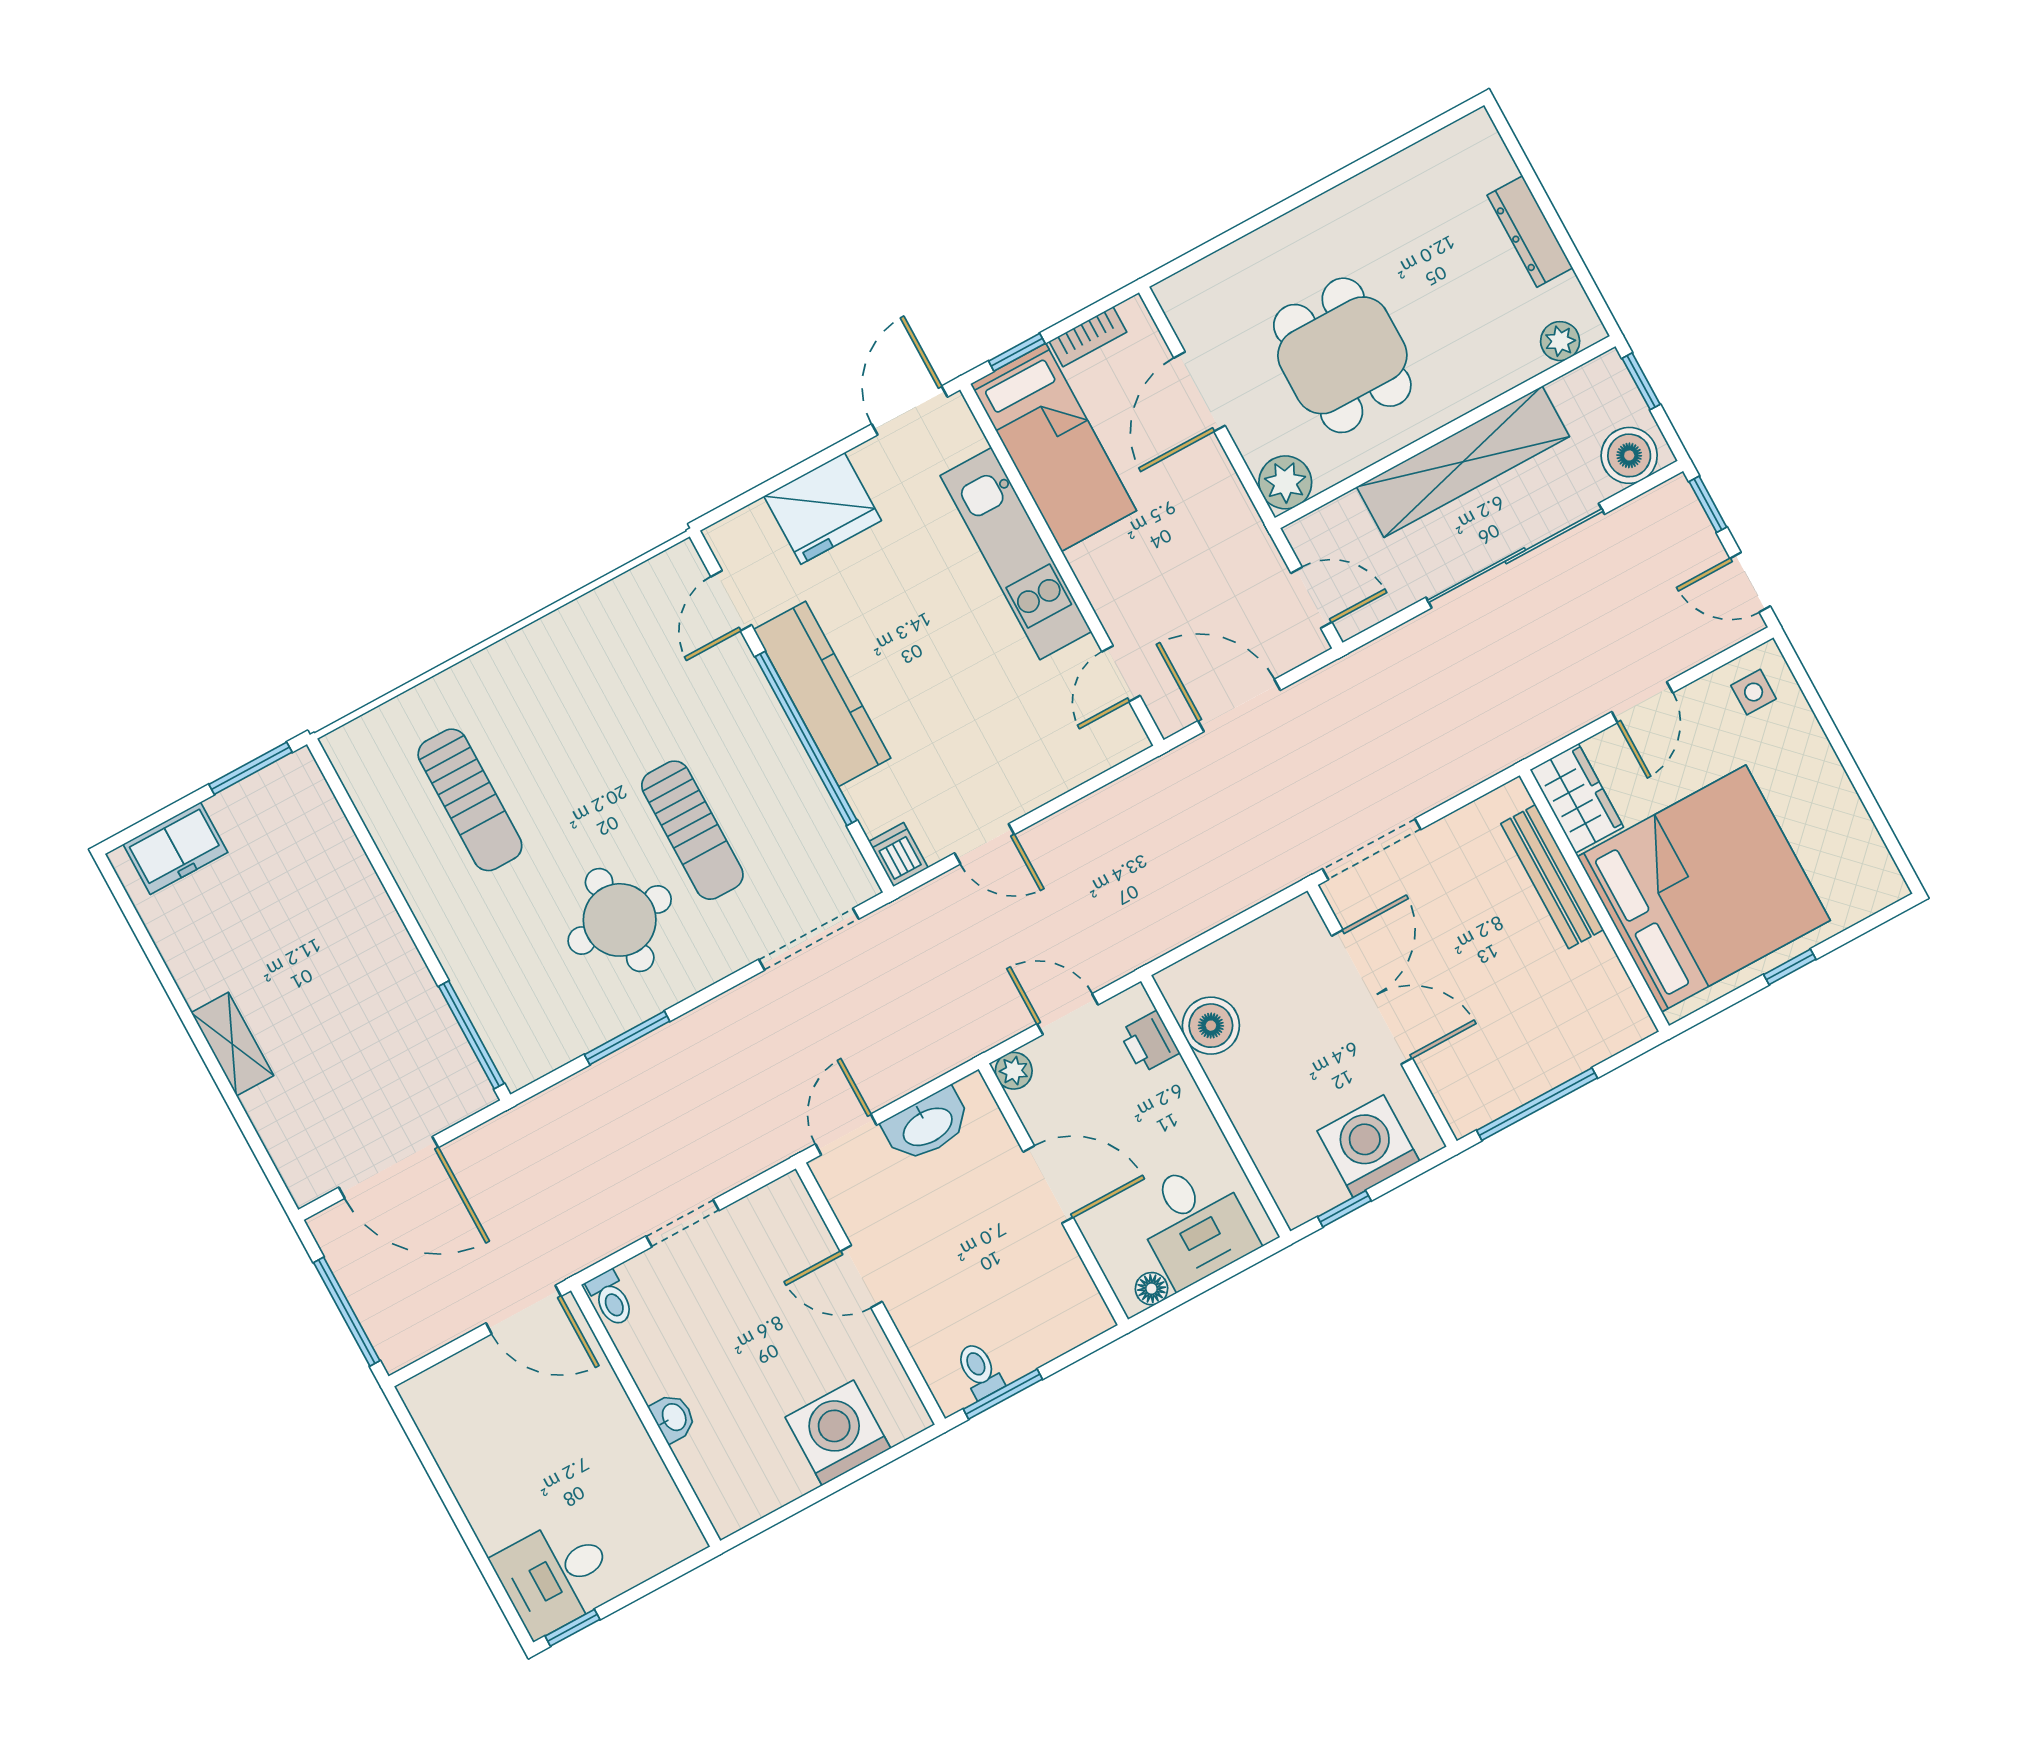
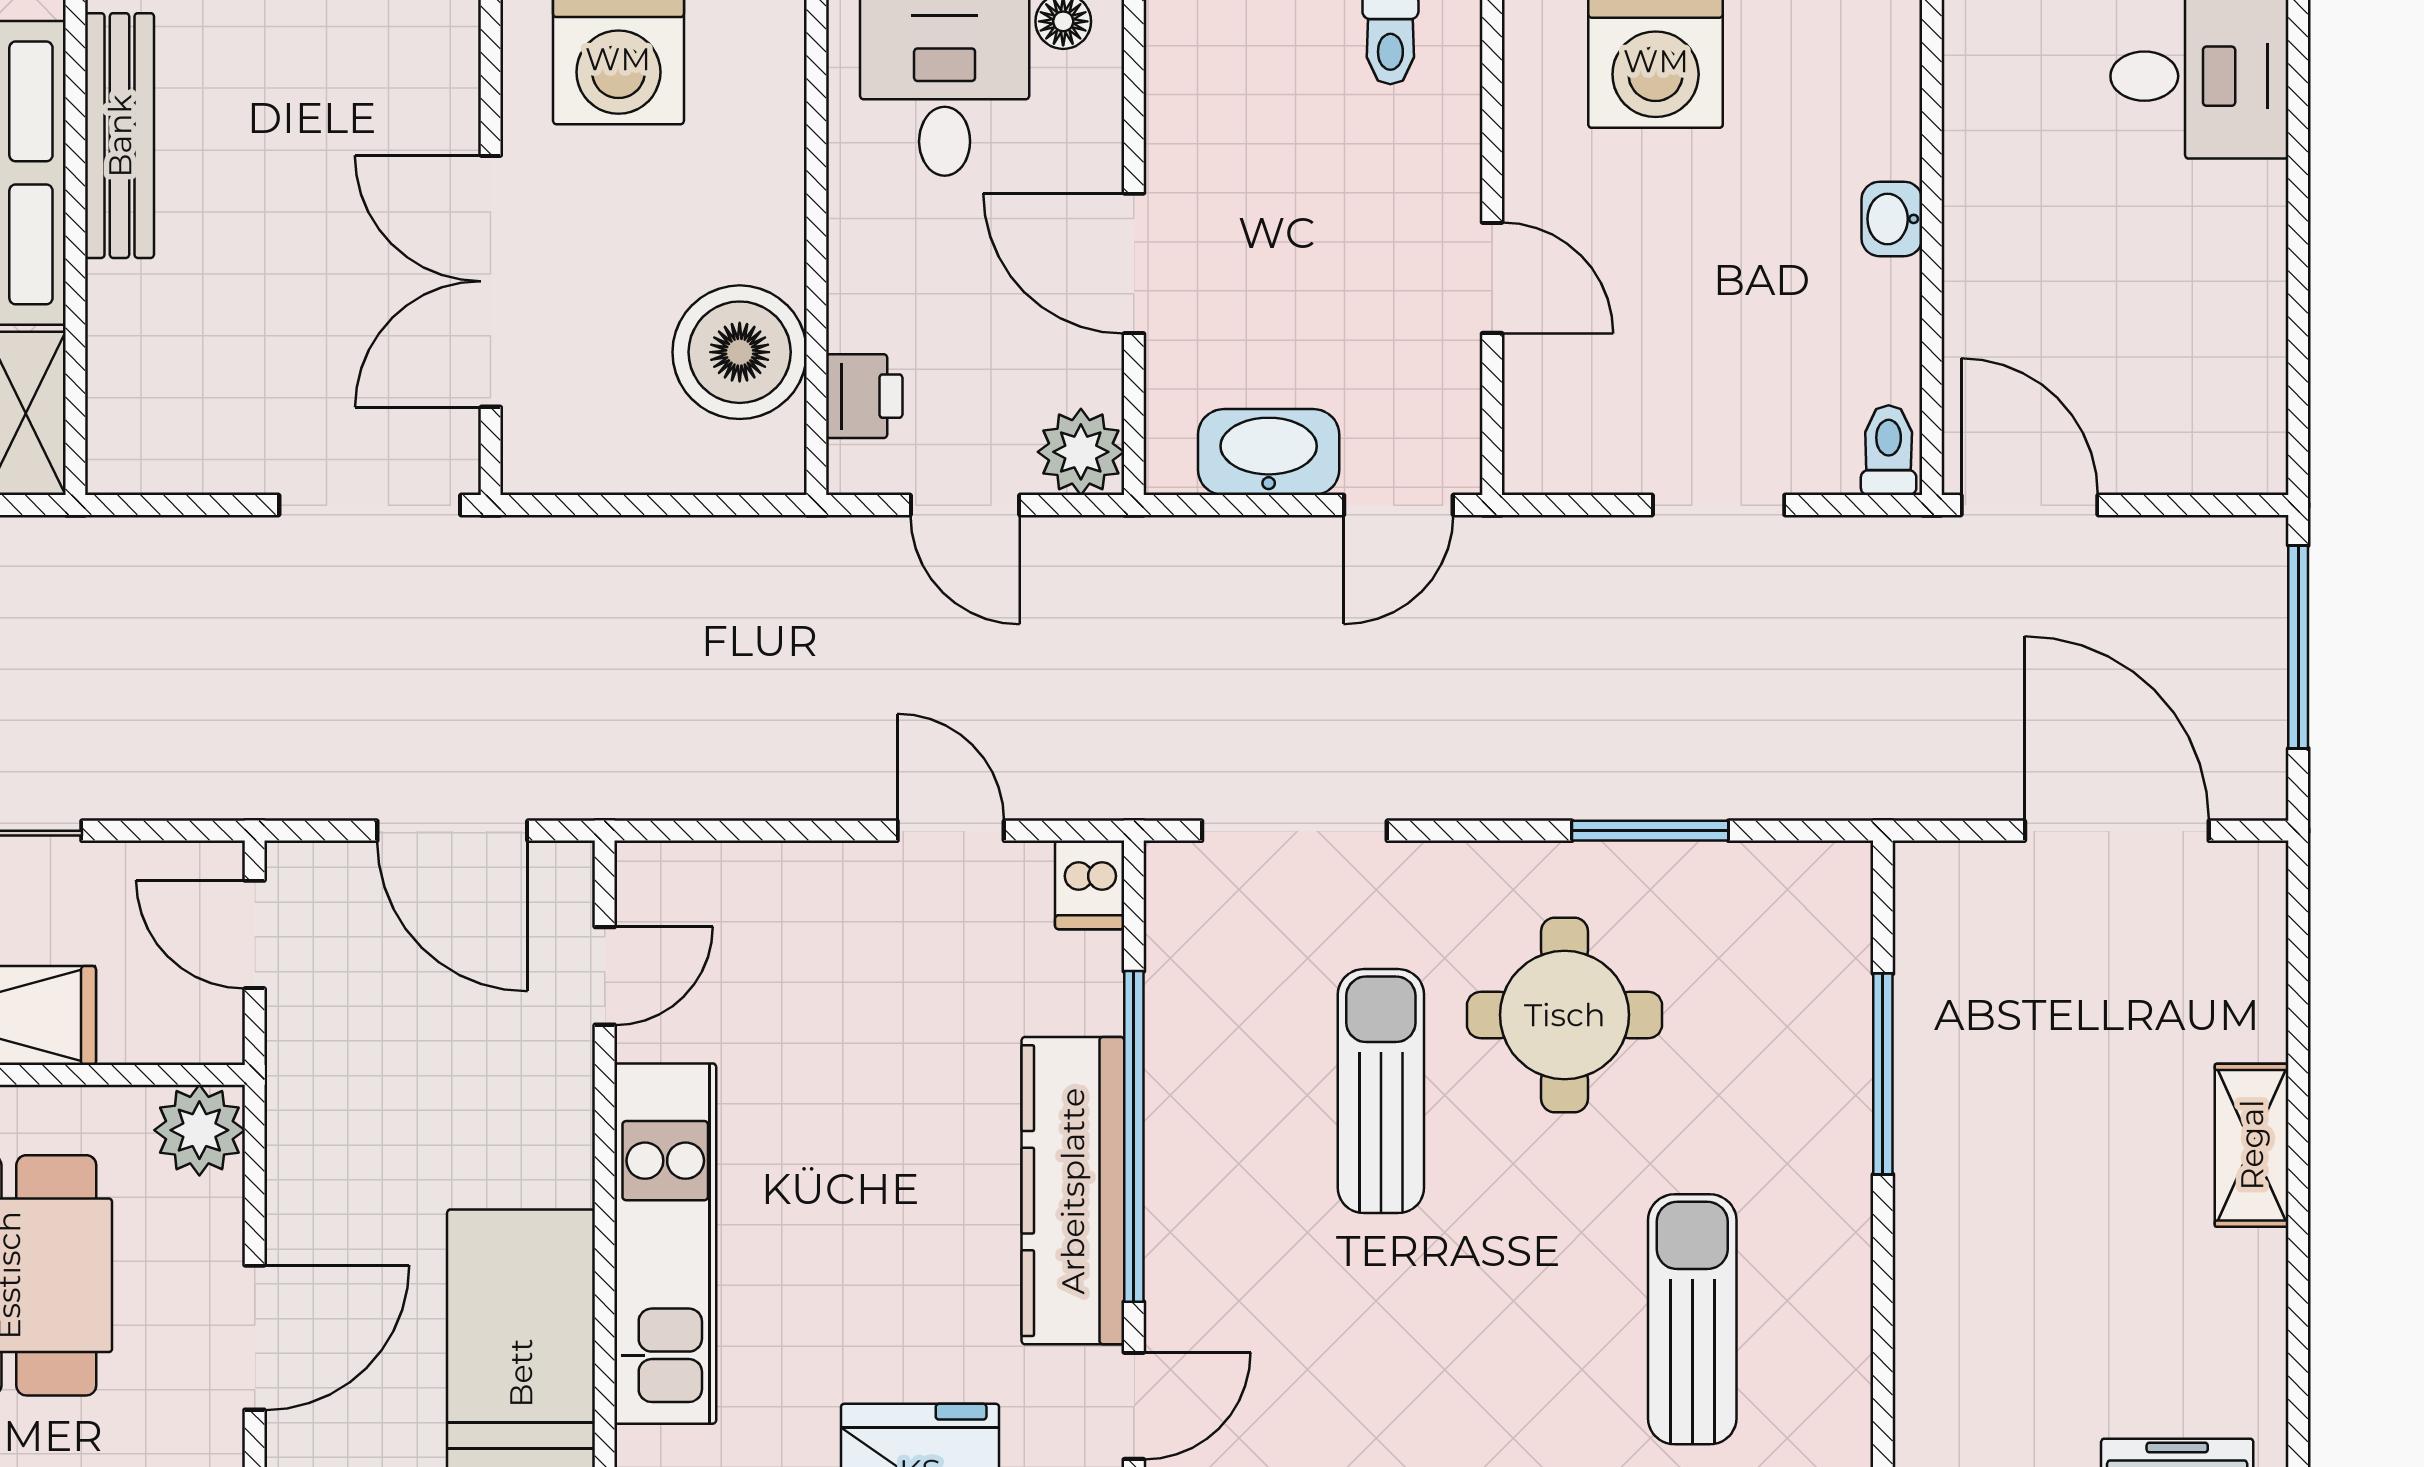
bench: (1552, 877) -> (120, 136), moved
boiler: (1211, 1026) -> (740, 352), width x1.37, depth x1.37
window: (471, 1035) -> (1883, 1074), moved
plant: (1014, 1071) -> (1081, 452), width x1.38, depth x1.38

